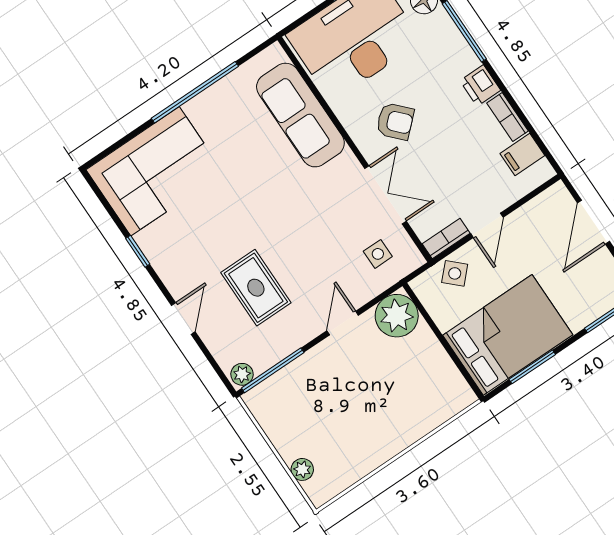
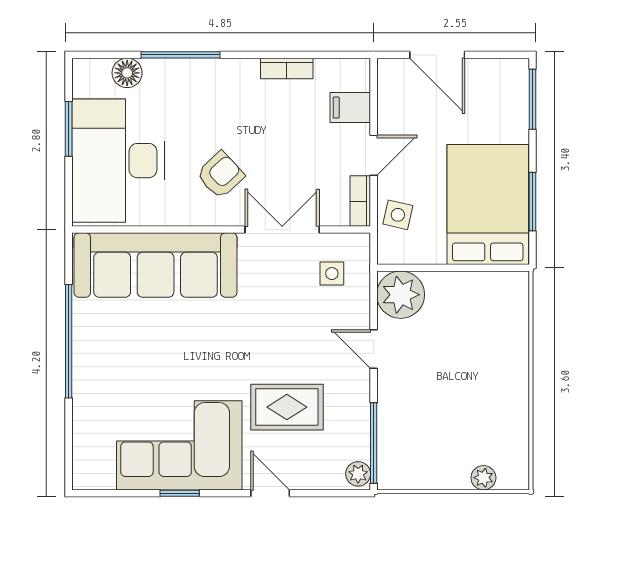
printer: (480, 85) -> (241, 74), removed
sofa: (300, 115) -> (156, 265), width x1.36, depth x1.27
filing cabinet: (522, 154) -> (350, 108), moved, turned 90
corner sofa: (155, 171) -> (179, 445), moved, turned -90
door: (487, 225) -> (374, 155), hinge flipped
side table: (455, 273) -> (398, 215), turned -31

